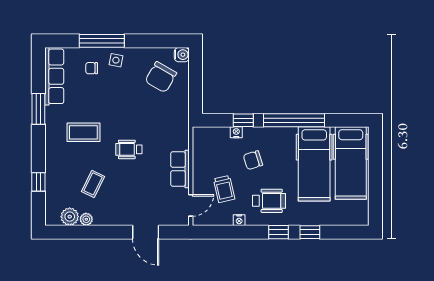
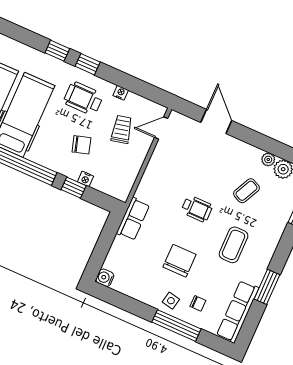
chair: (161, 77) -> (179, 261), moved, turned -30
coffee table: (83, 132) -> (234, 245), turned 90
row of seats: (180, 169) -> (133, 219), moved

